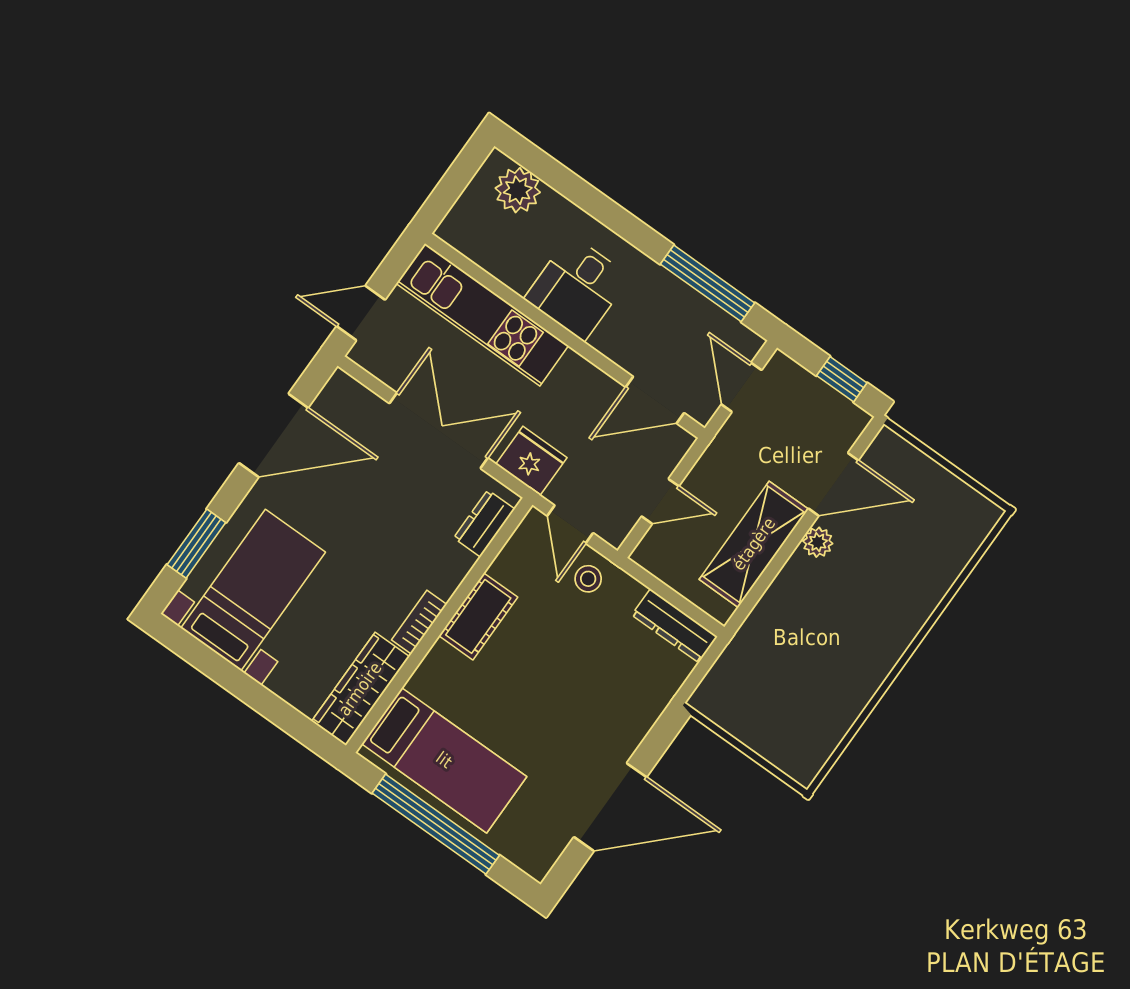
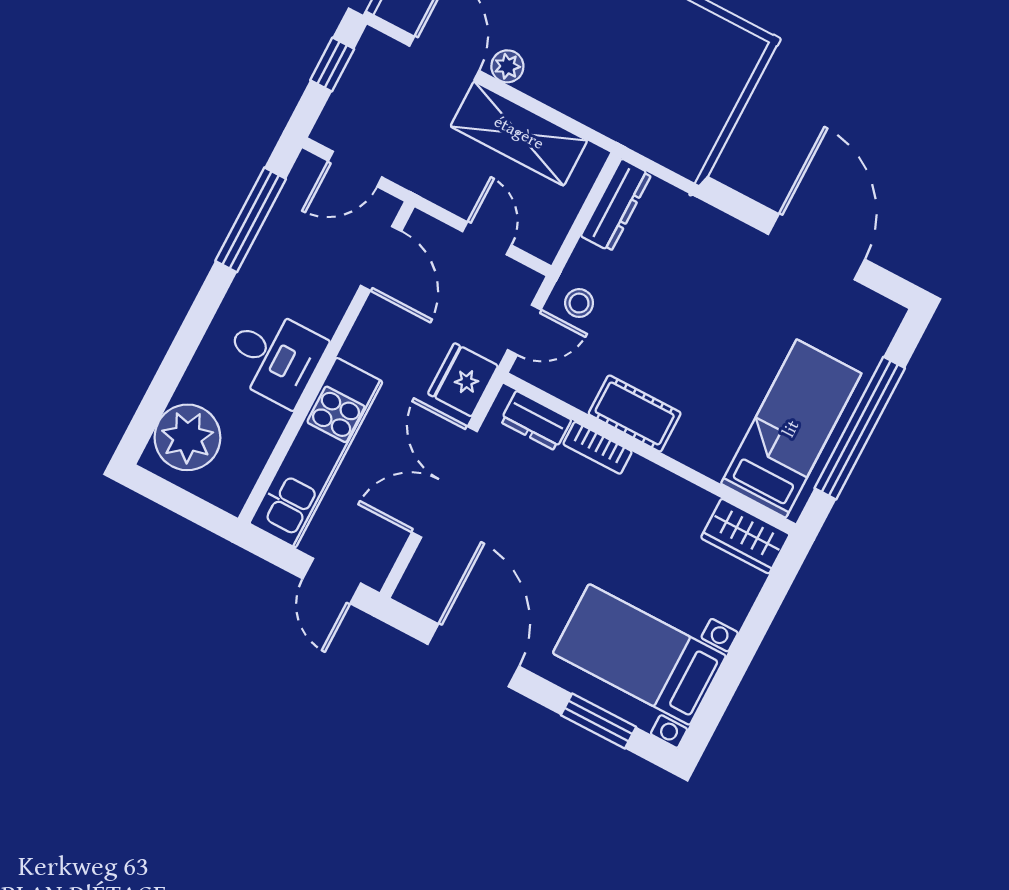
plant: (518, 190) -> (187, 437), width x1.36, depth x1.36
bookcase: (419, 622) -> (598, 448), moved
wardrobe: (360, 689) -> (745, 536), width x0.67

